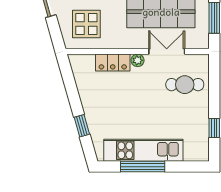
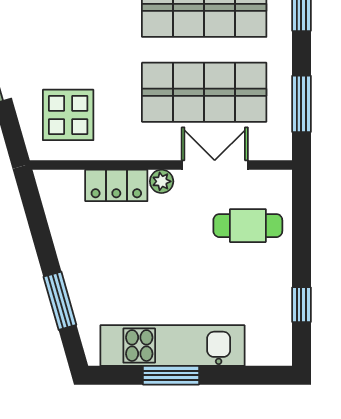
window: (82, 126) -> (60, 301), width x1.50
window: (143, 167) -> (171, 375), width x0.69

